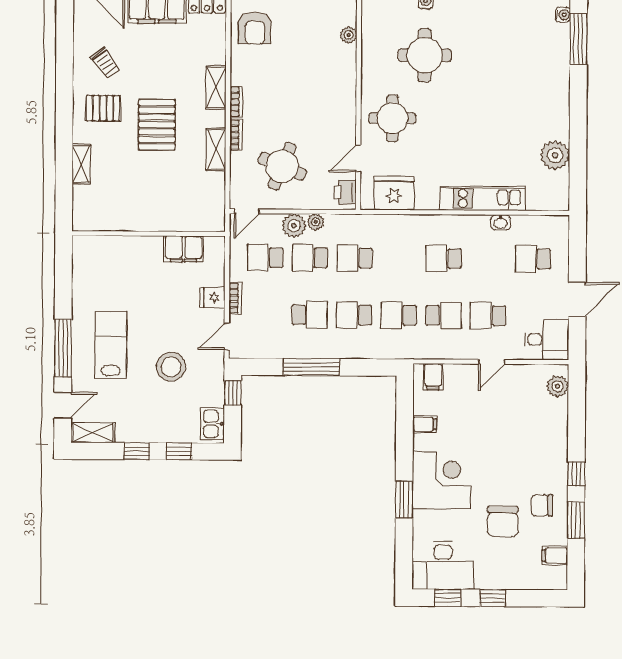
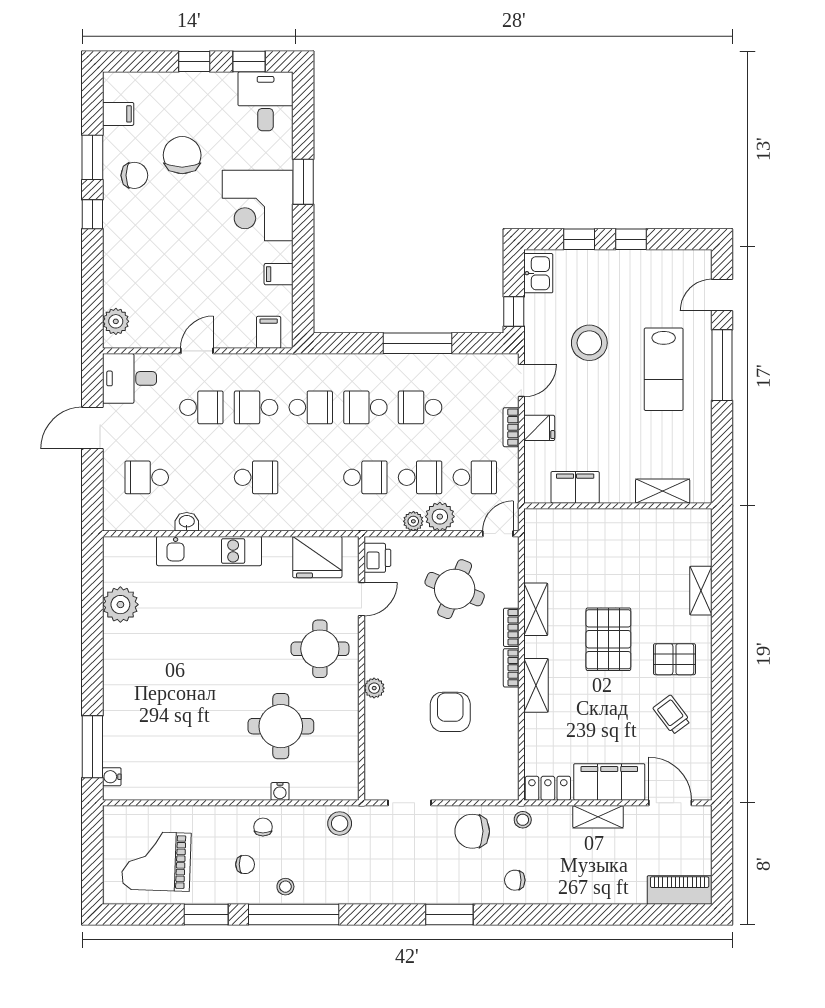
armchair: (255, 28) -> (450, 712), moved
plant: (349, 35) -> (374, 688), moved
school desk: (533, 259) -> (147, 477), turned 180
school desk: (354, 315) -> (365, 407), turned 180
shelving: (93, 433) -> (663, 491), moved
desk: (443, 565) -> (266, 101), width x0.73

